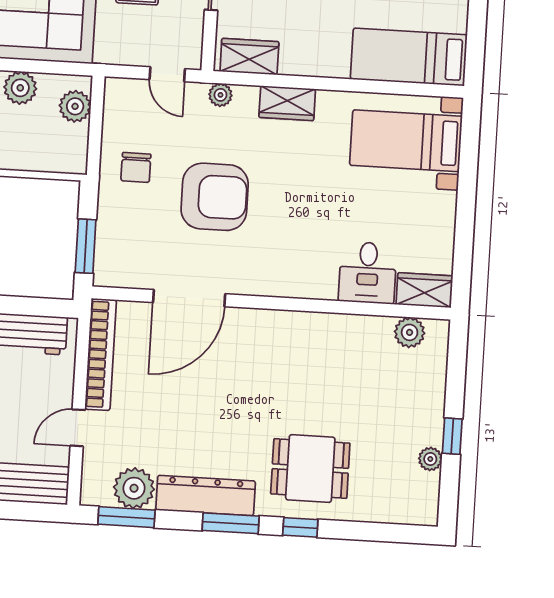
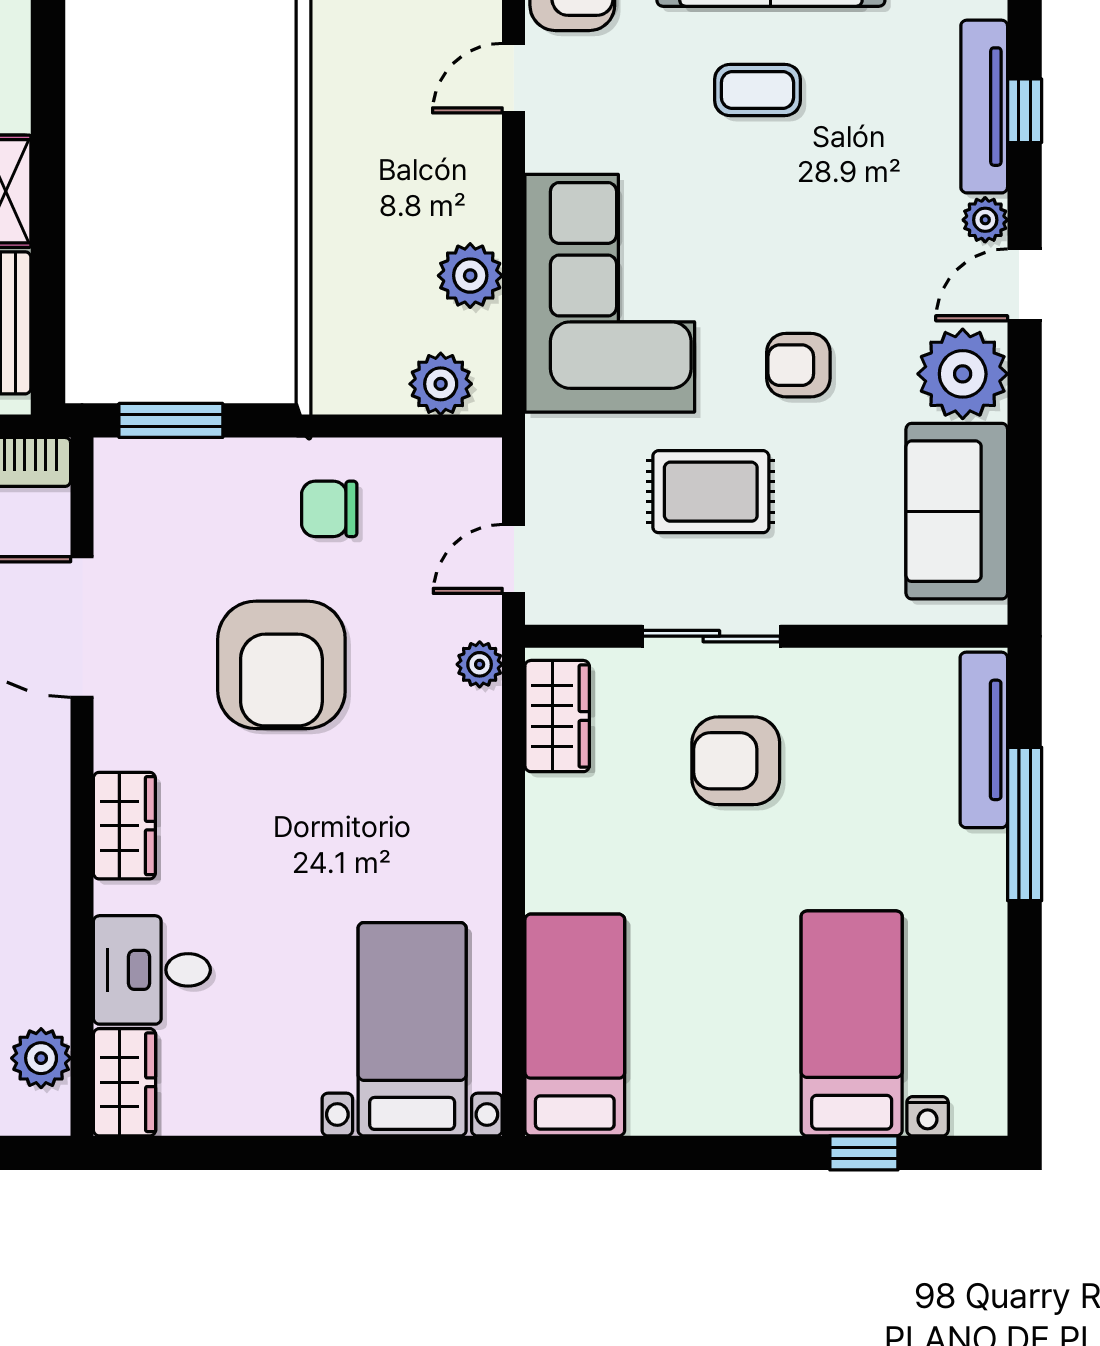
wardrobe: (287, 103) -> (124, 826), moved, turned 180

